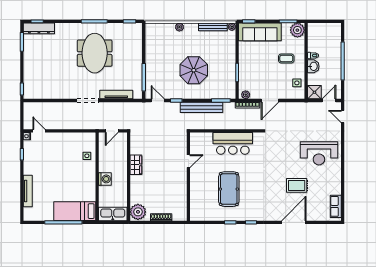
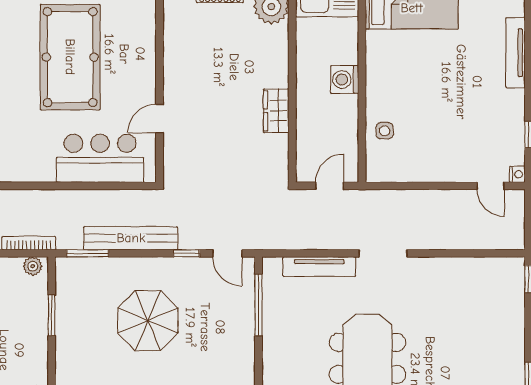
bar counter: (233, 143) -> (100, 158), moved
pool table: (229, 189) -> (70, 57), width x1.36, depth x1.32

